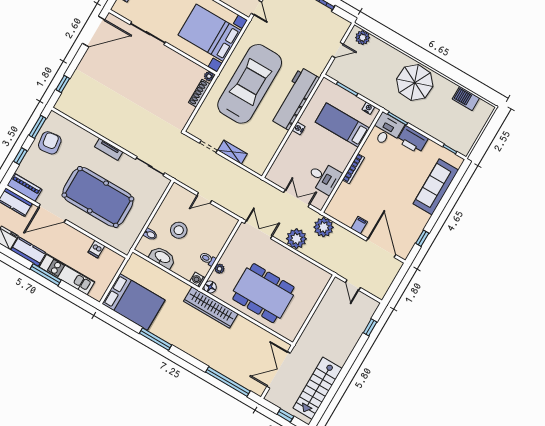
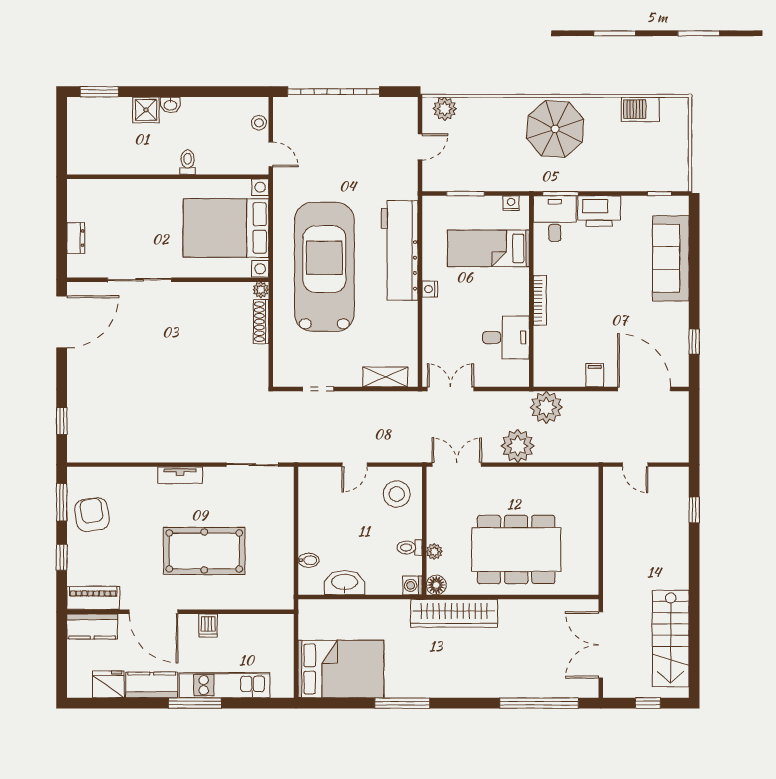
shelving: (232, 152) -> (385, 377), moved
pool table: (98, 197) -> (204, 551), width x0.73, depth x0.76
double door: (297, 198) -> (451, 389), moved
door: (52, 213) -> (153, 612), hinge flipped
stool: (179, 230) -> (397, 494), moved
dishwasher: (96, 249) -> (208, 626), moved

